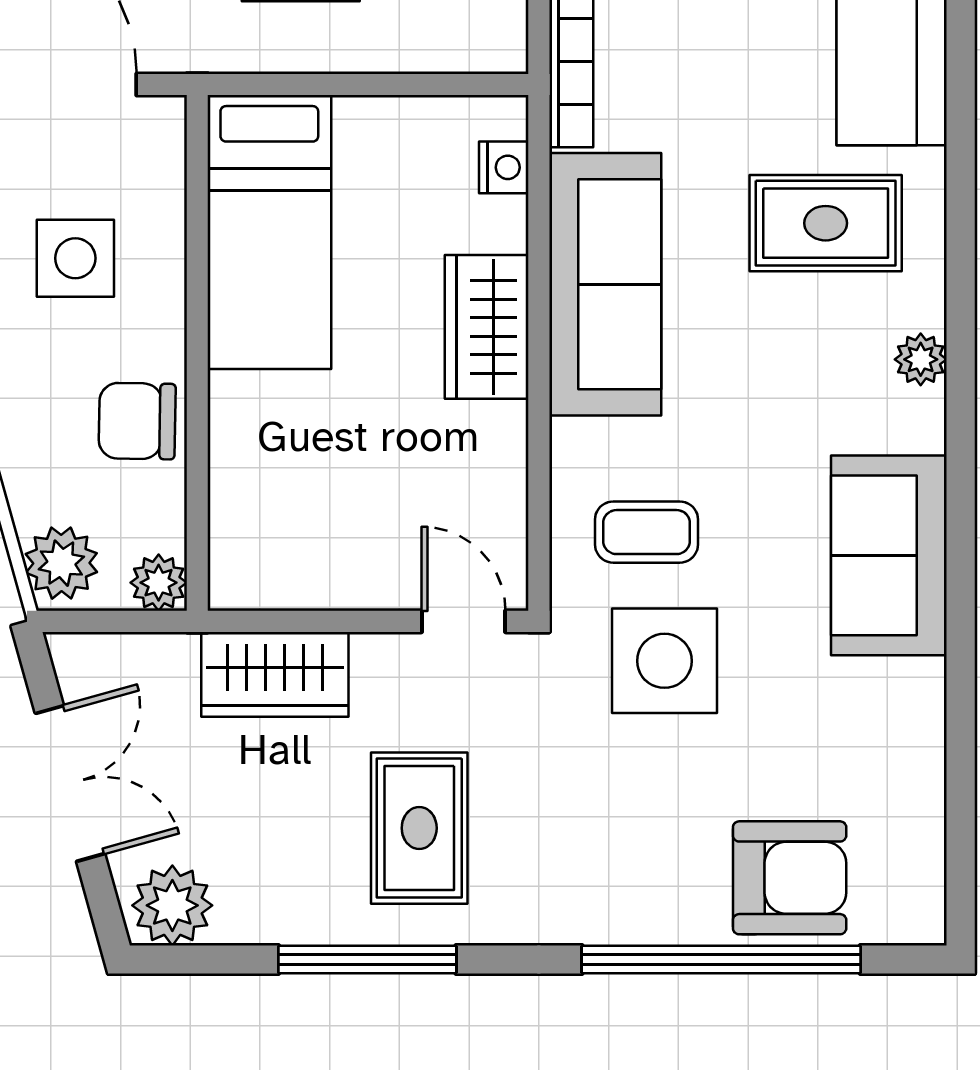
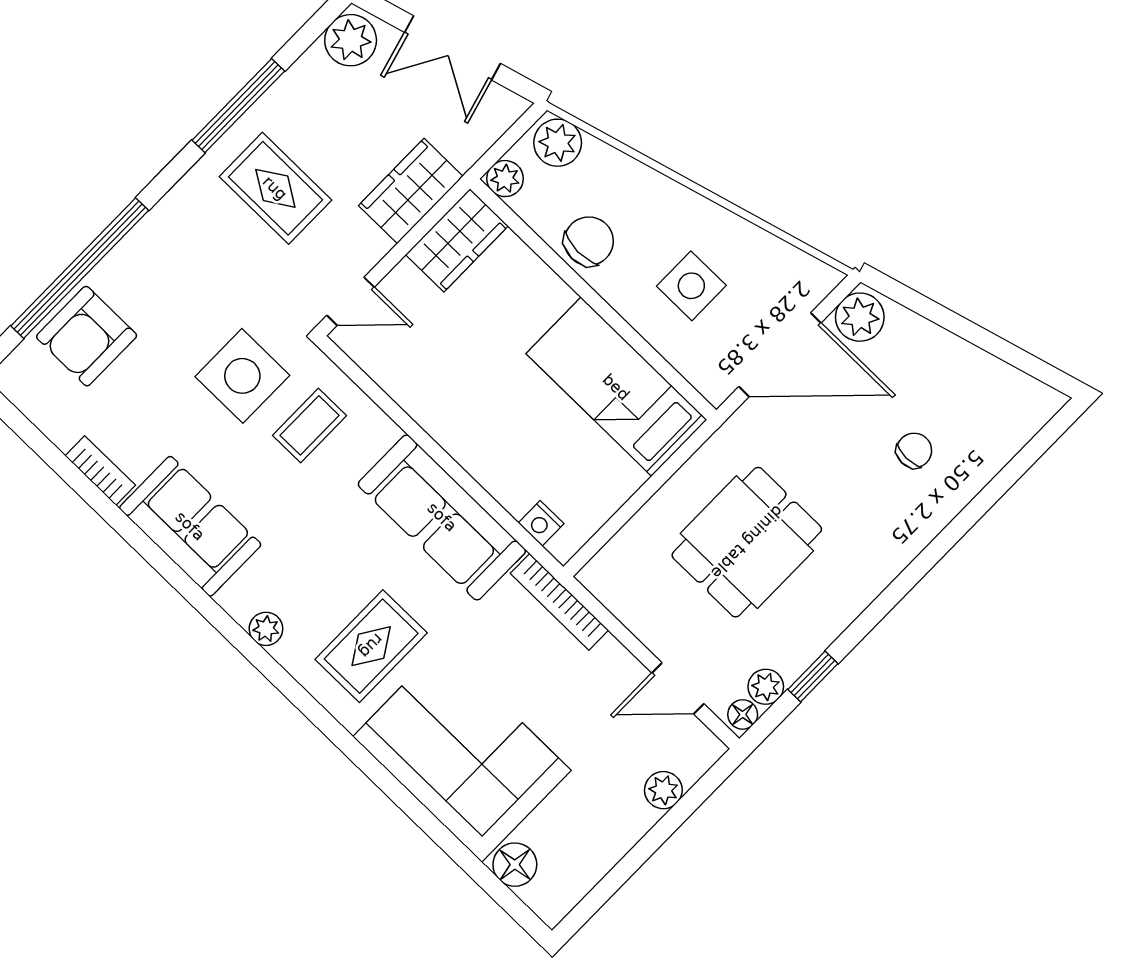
wardrobe: (487, 327) -> (457, 240), moved, turned 90
bookcase: (925, 716) -> (100, 471), added

